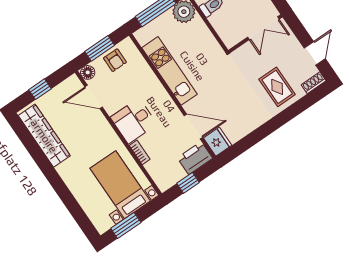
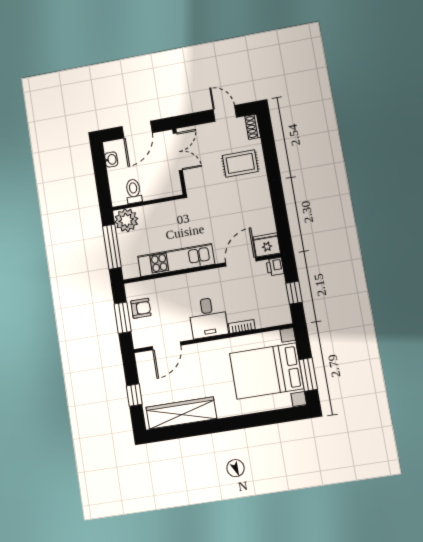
floor lamp: (88, 72) -> (140, 340), removed
printer: (195, 158) -> (275, 267), width x0.53, depth x0.68
bed with nightstands: (120, 185) -> (267, 371), width x1.36

